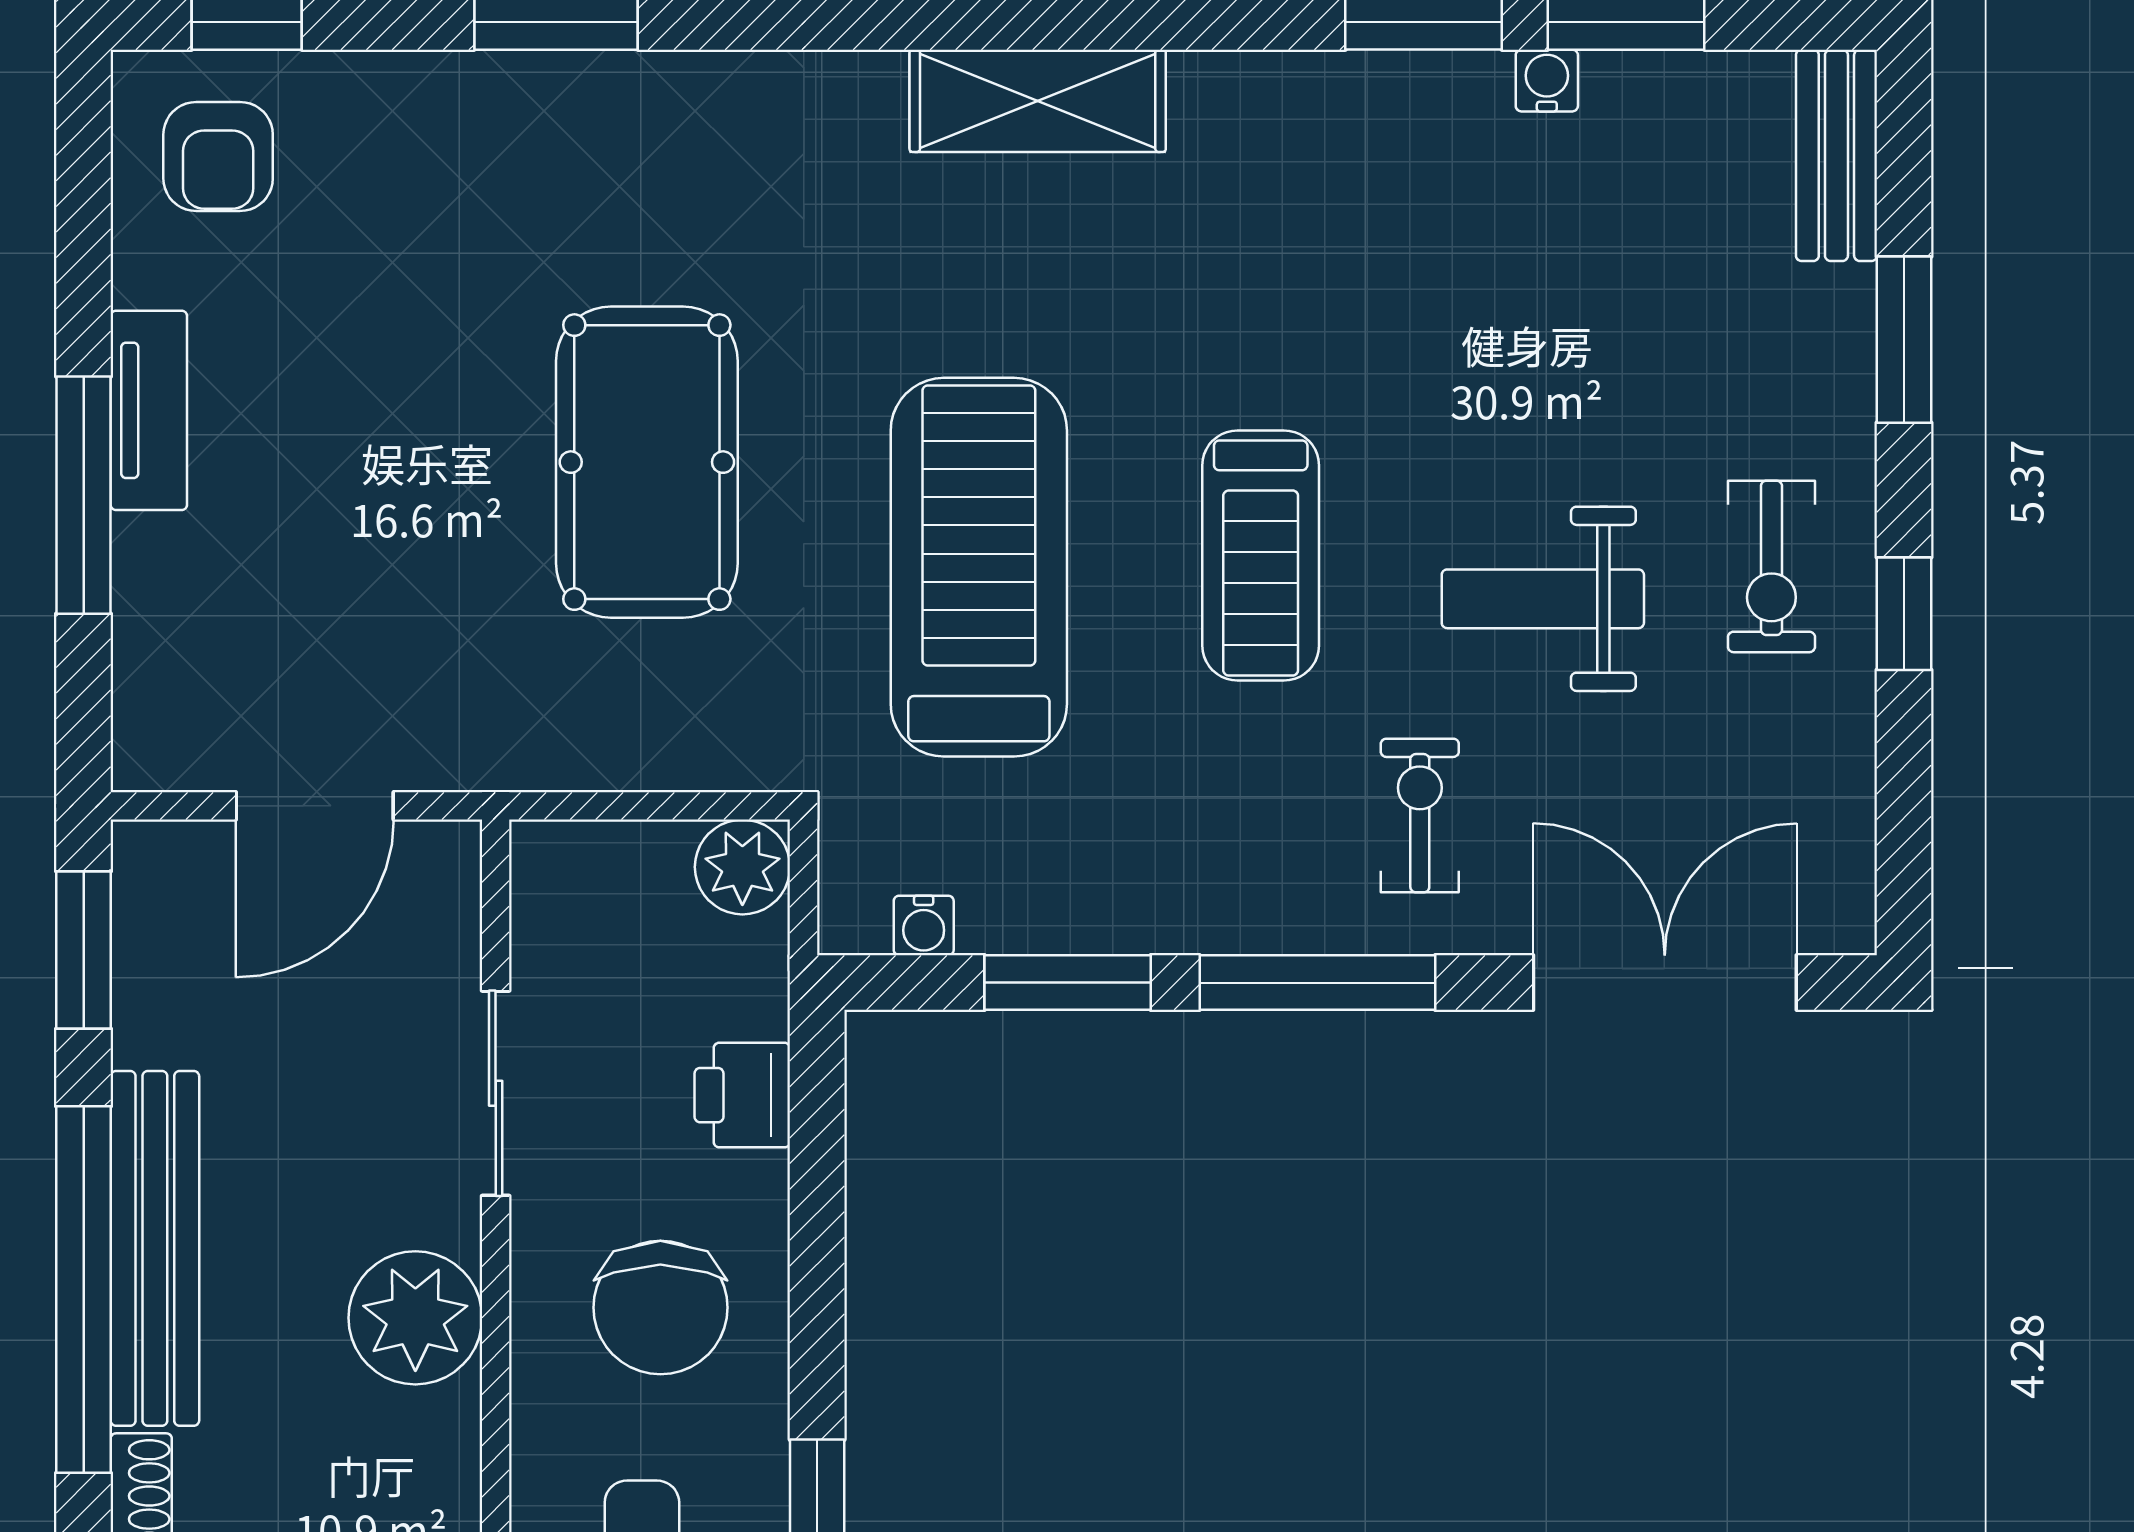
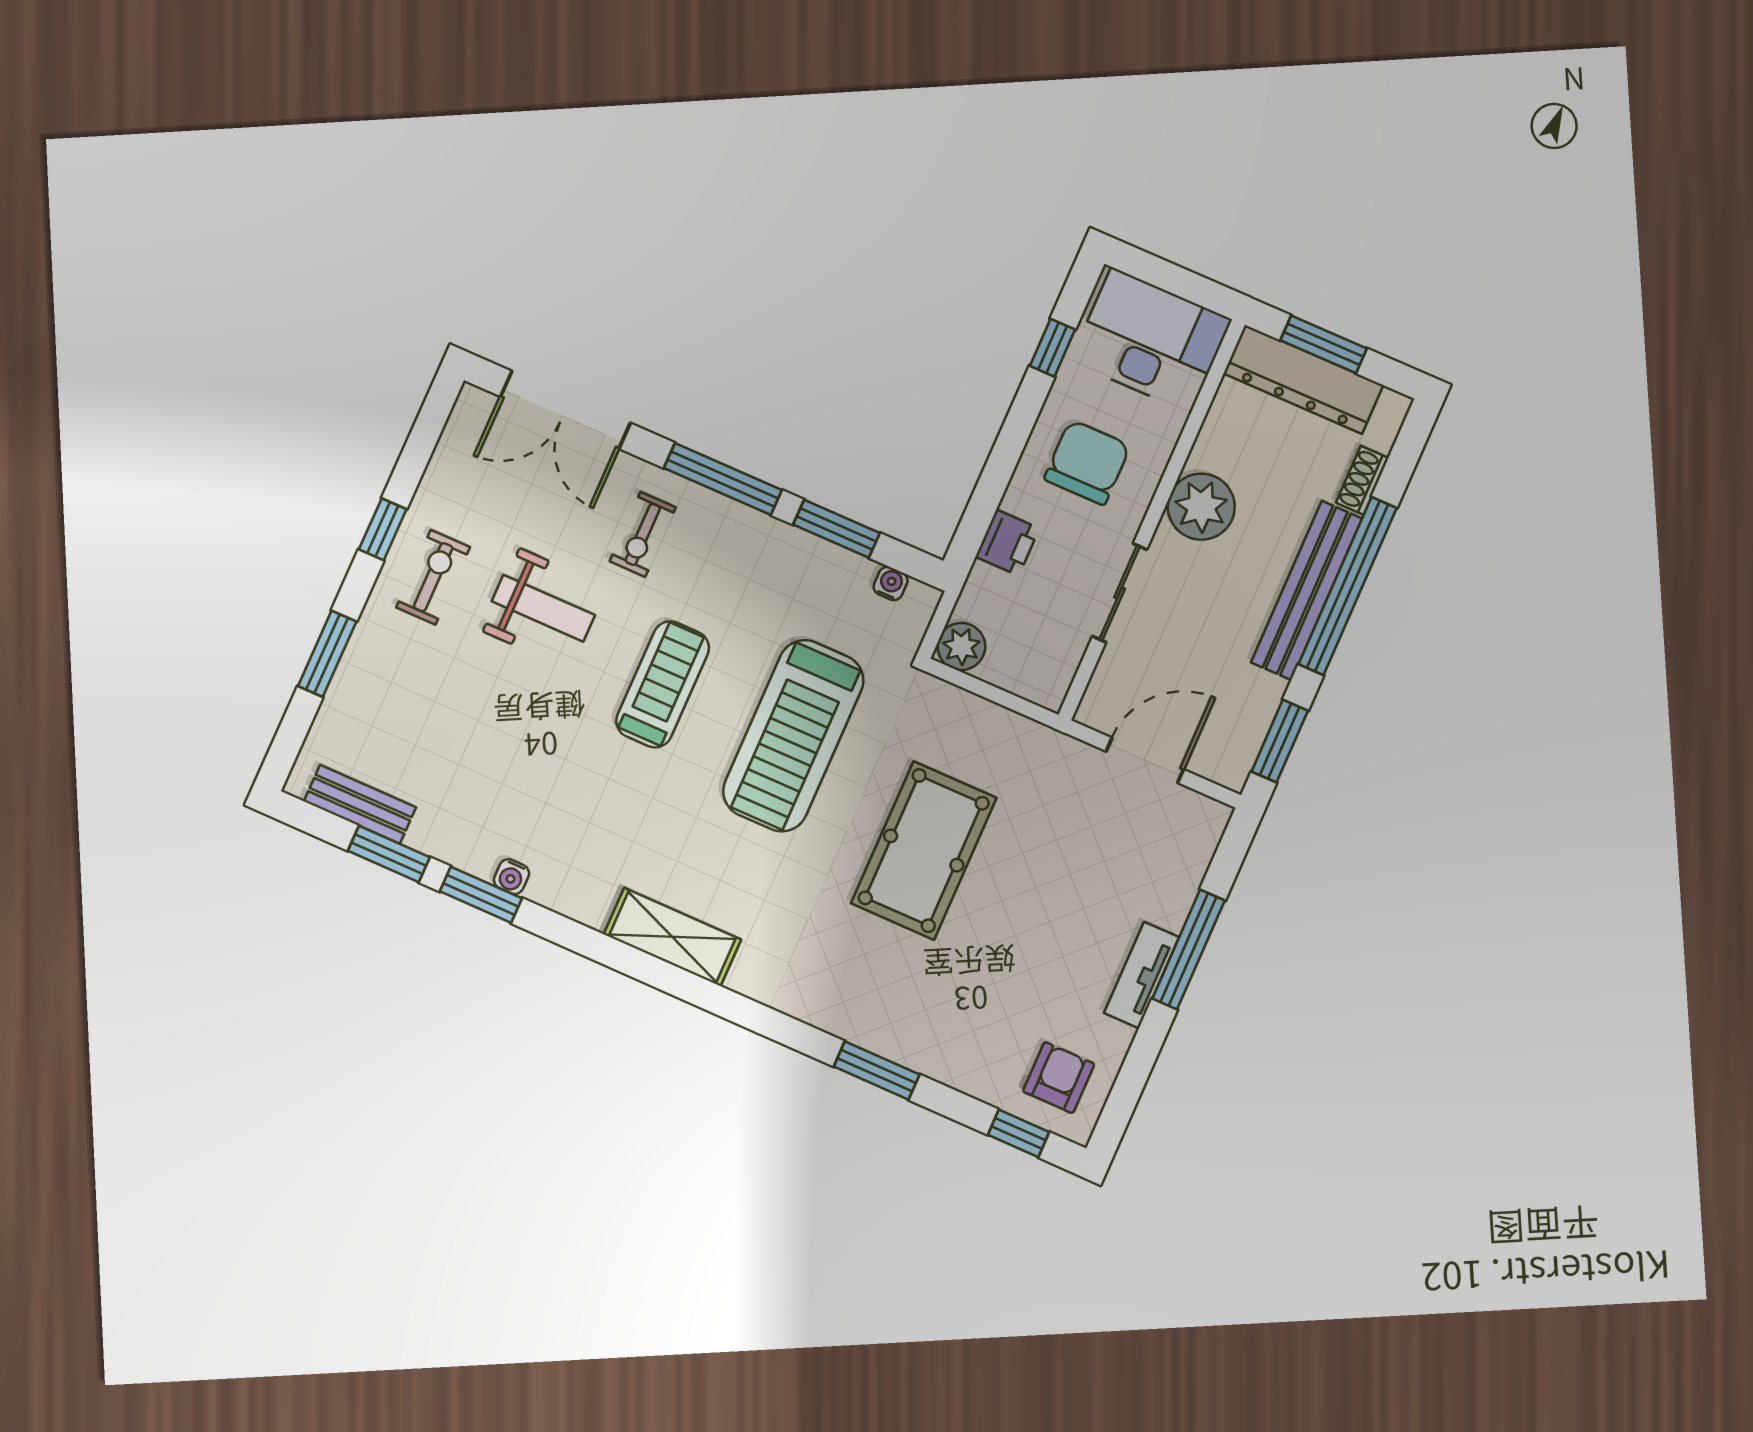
water cooler: (1547, 81) -> (511, 877), moved
bench: (1836, 155) -> (360, 804), moved, turned 90

